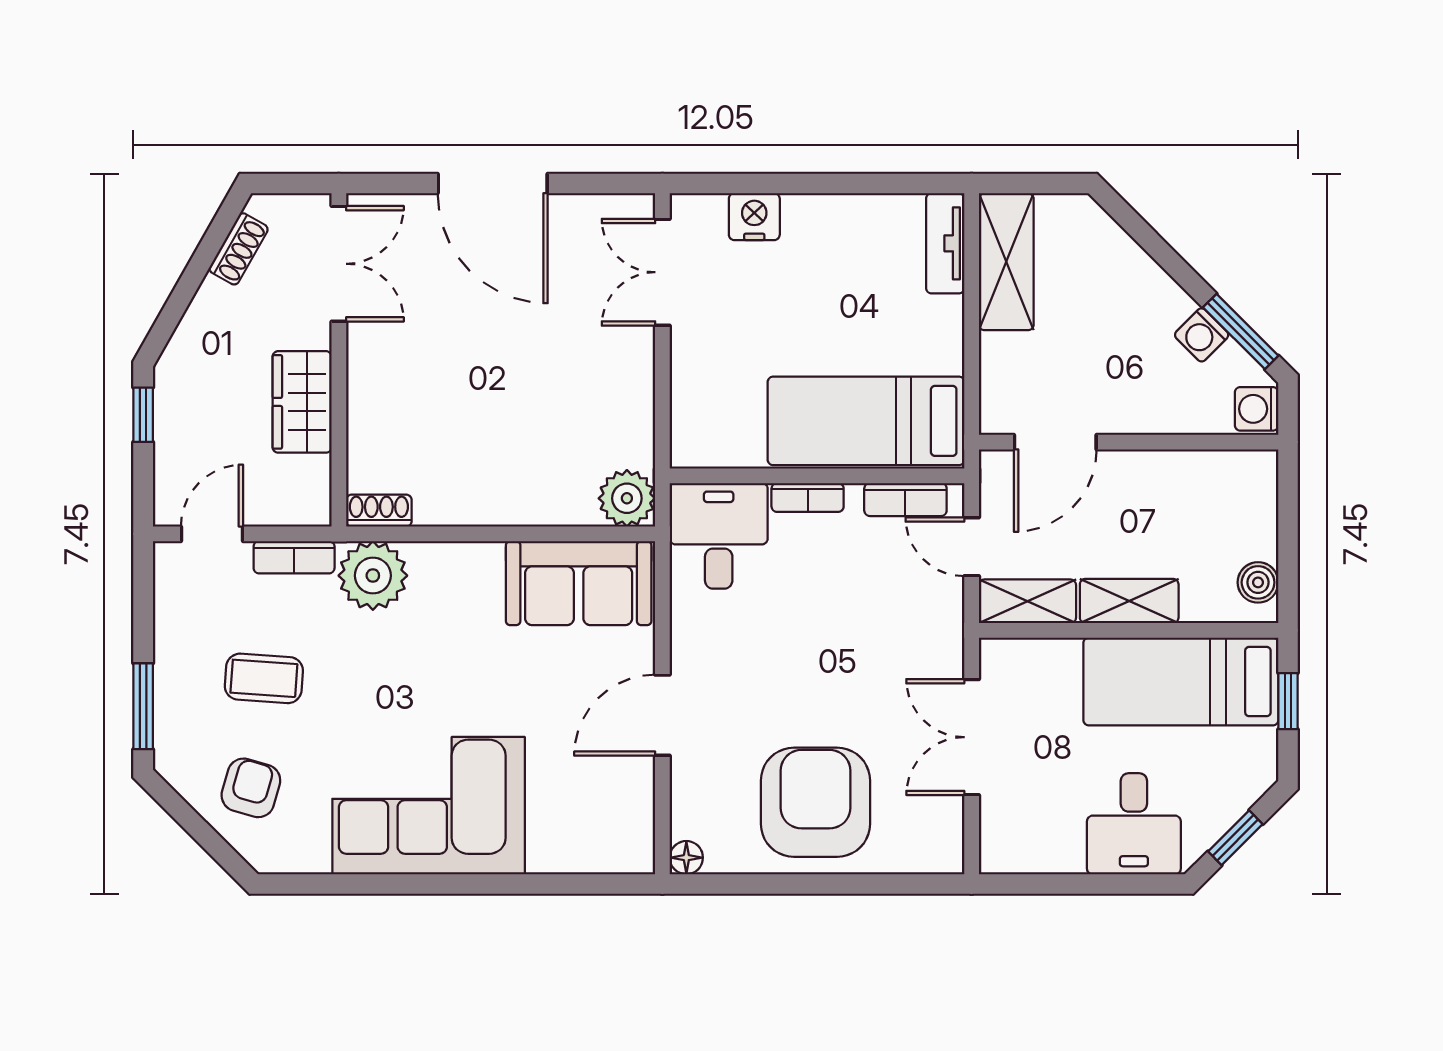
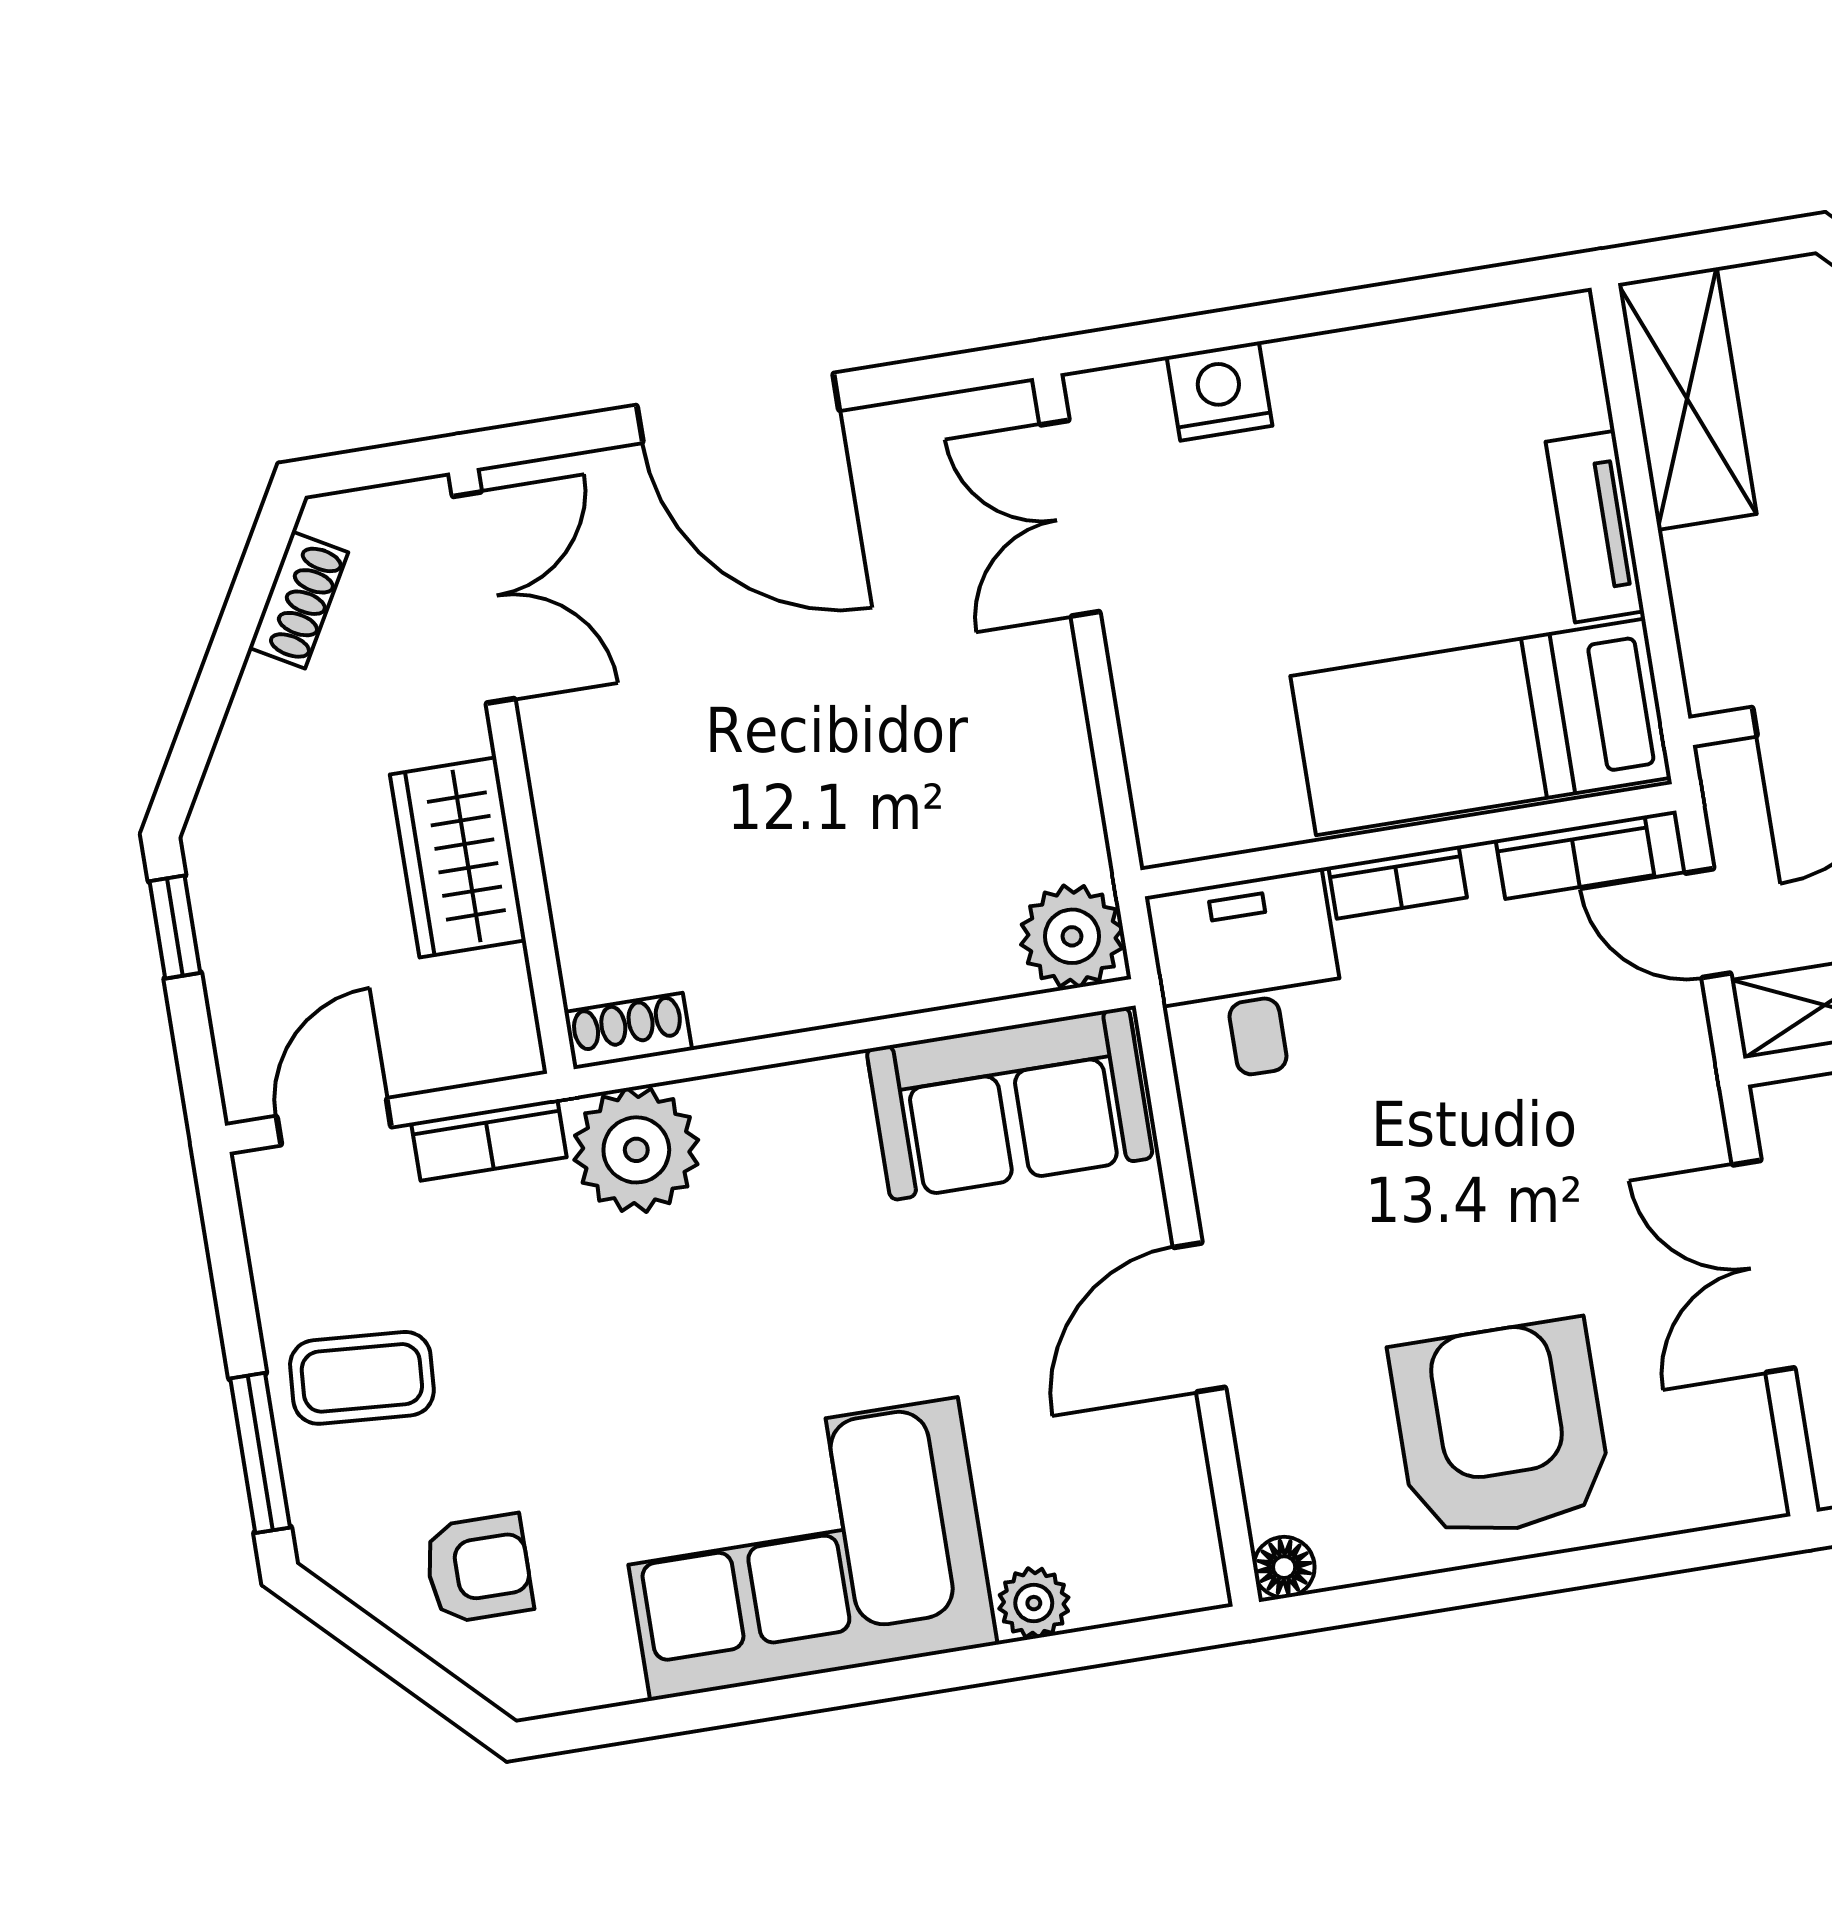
tv unit: (945, 243) -> (1595, 527), moved
coffee table: (264, 678) -> (362, 1378), moved
armchair: (251, 788) -> (478, 1569), turned 74
plant: (548, 855) -> (1034, 1603), added

